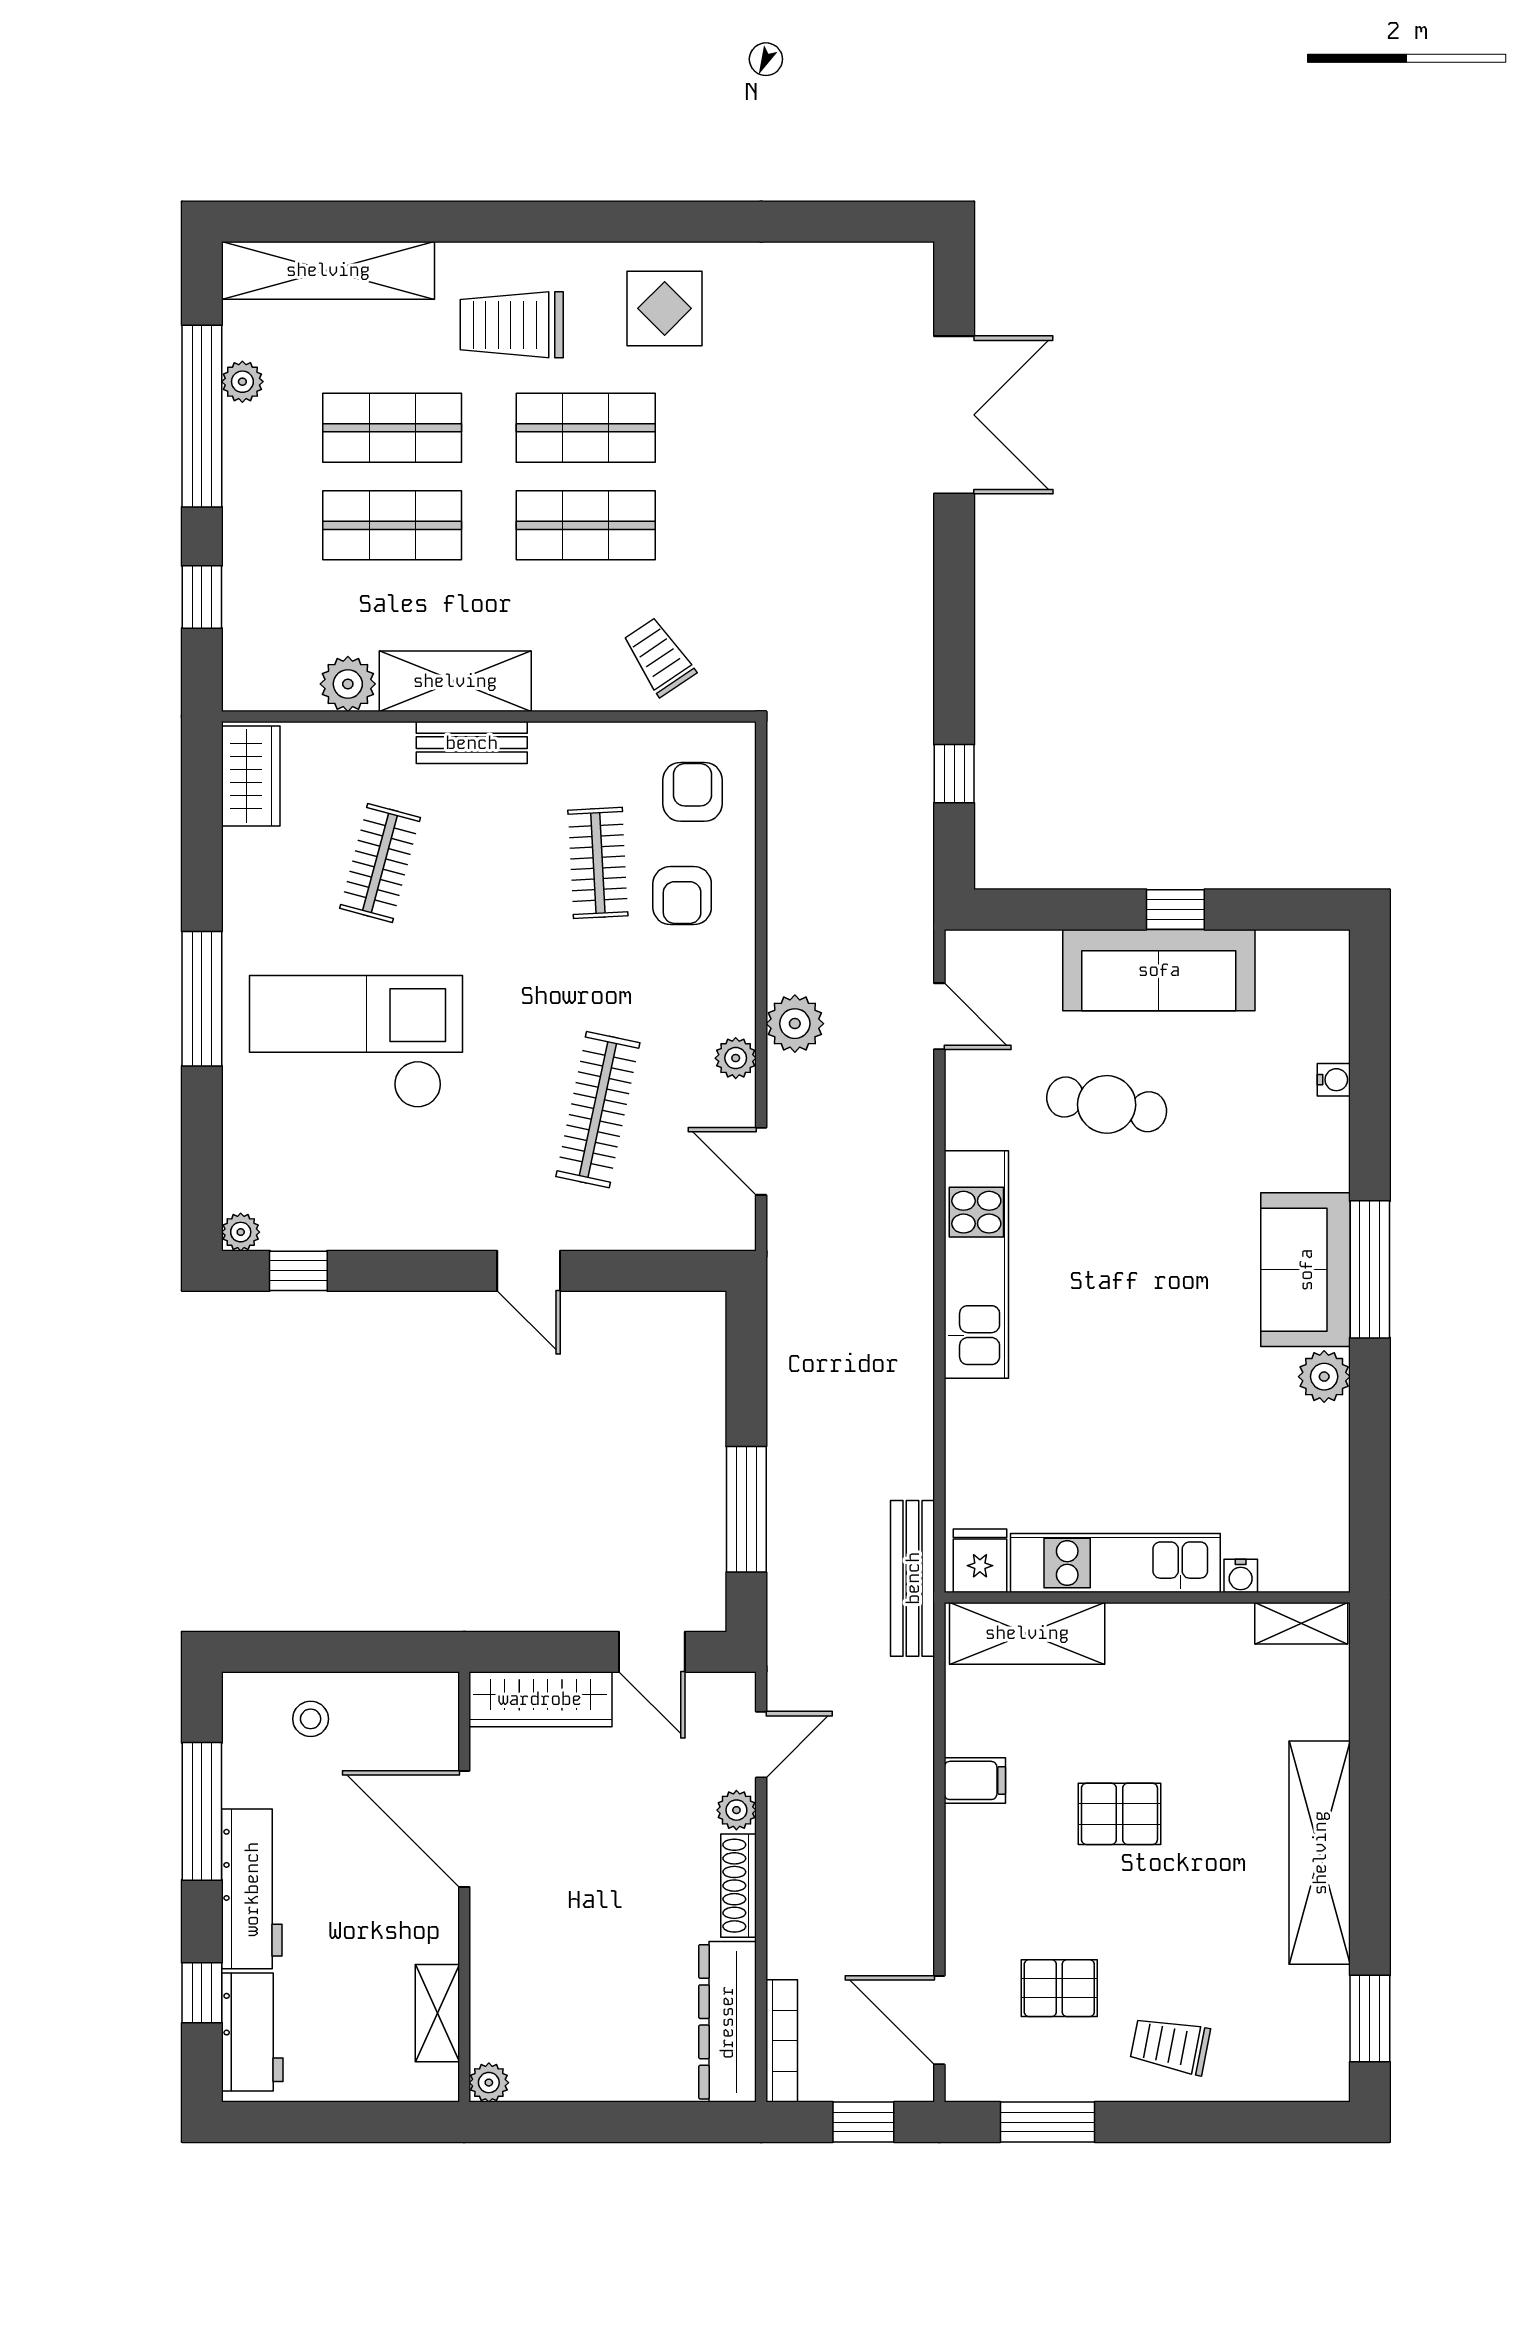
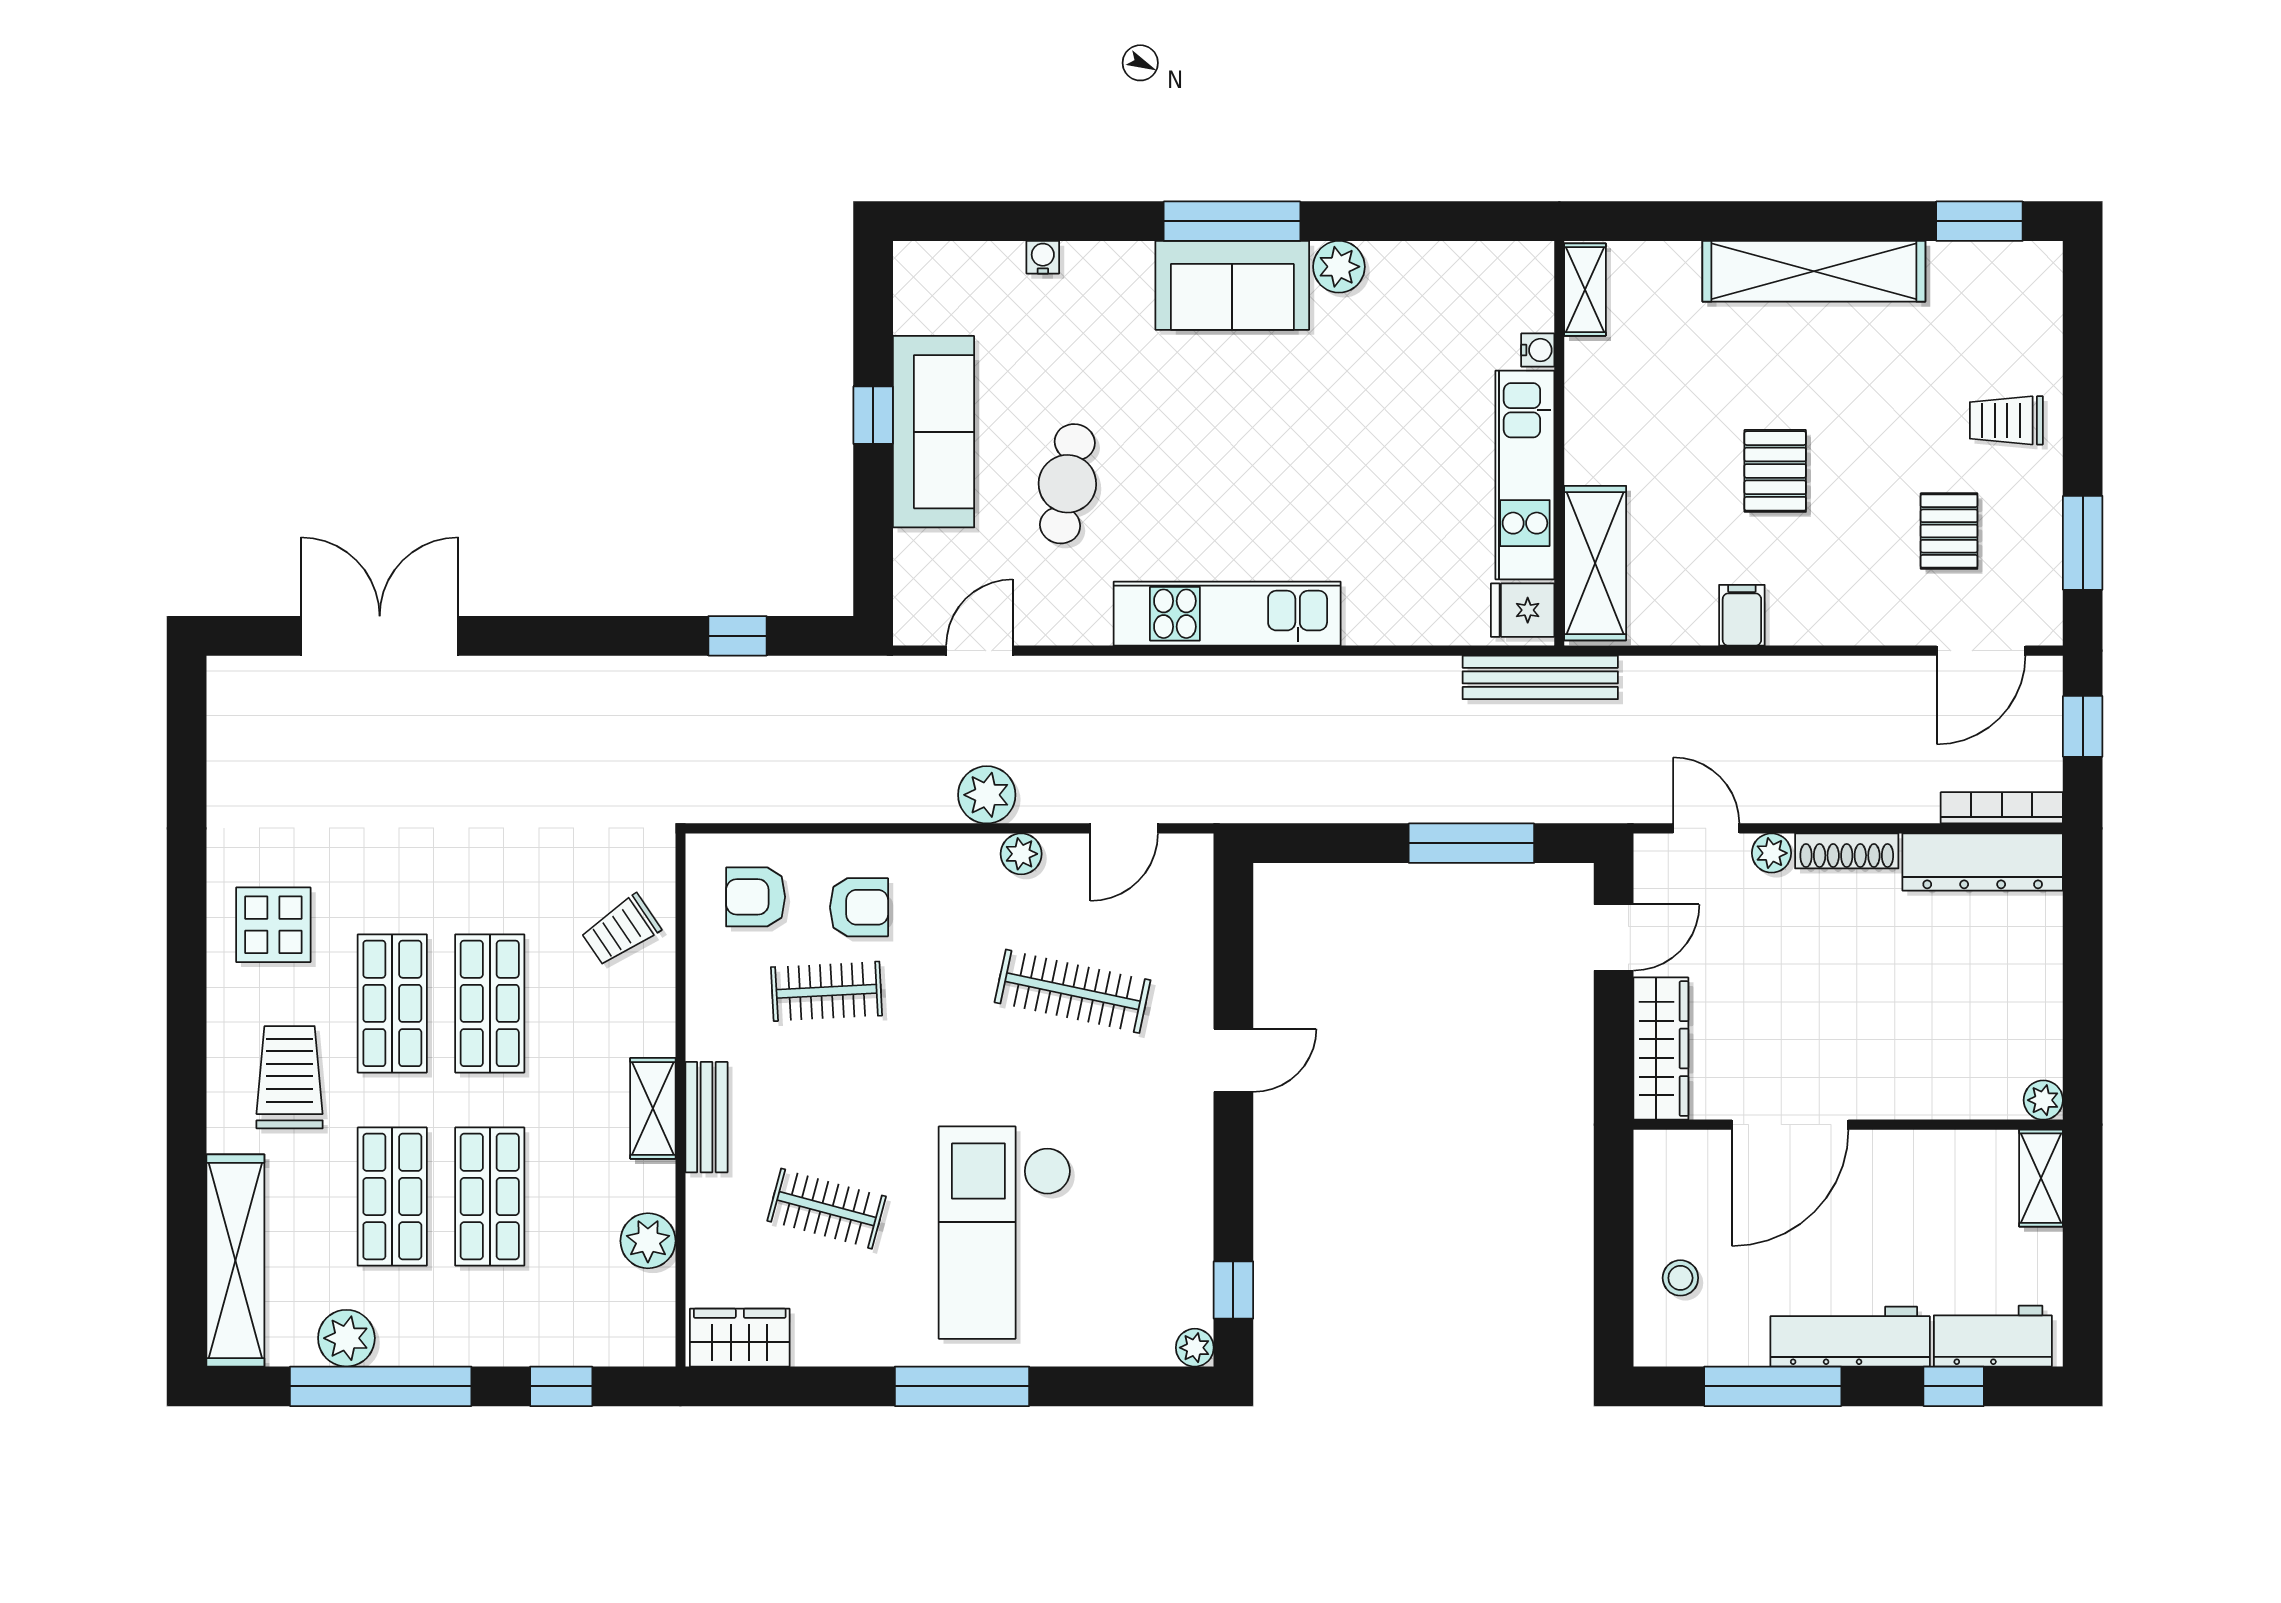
trolley: (512, 325) -> (290, 1077), turned 180
plant: (242, 382) -> (346, 1338), width x1.38, depth x1.38
shelving: (455, 681) -> (653, 1108), width x0.67, depth x0.75
shelving: (437, 2013) -> (2041, 1178), moved, turned 90
trolley: (1170, 2045) -> (2006, 420), turned 79

